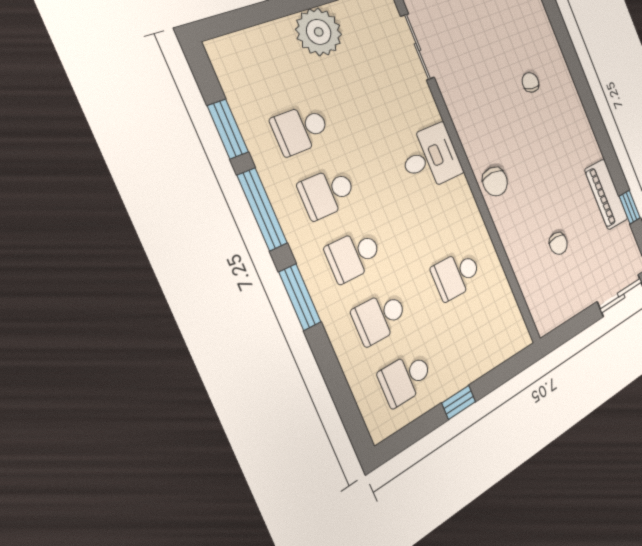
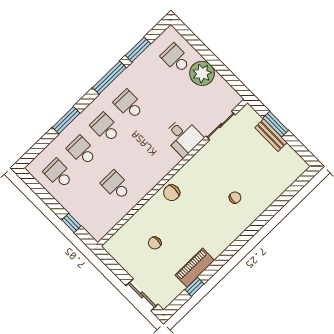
school desk: (301, 129) -> (176, 59), moved
desk: (430, 157) -> (183, 137), moved
window: (300, 297) -> (66, 120), moved
window: (459, 402) -> (71, 223), moved

